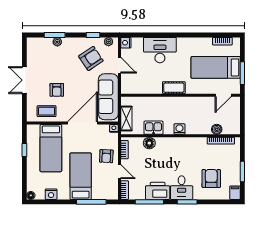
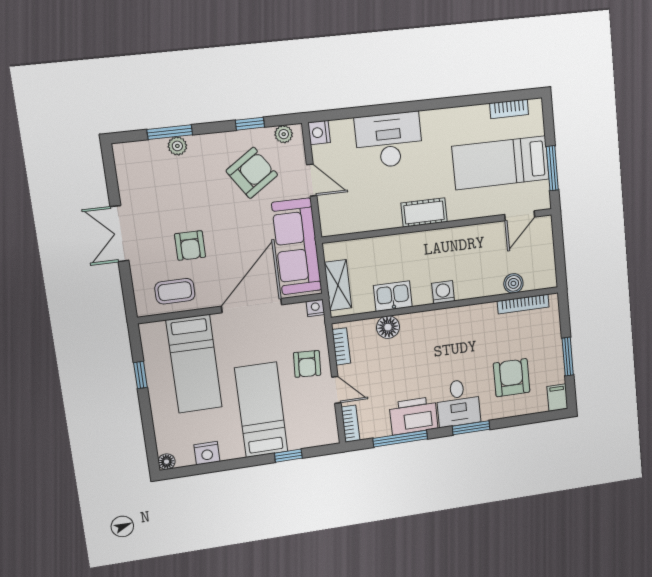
window: (91, 202) -> (288, 456), width x0.46

